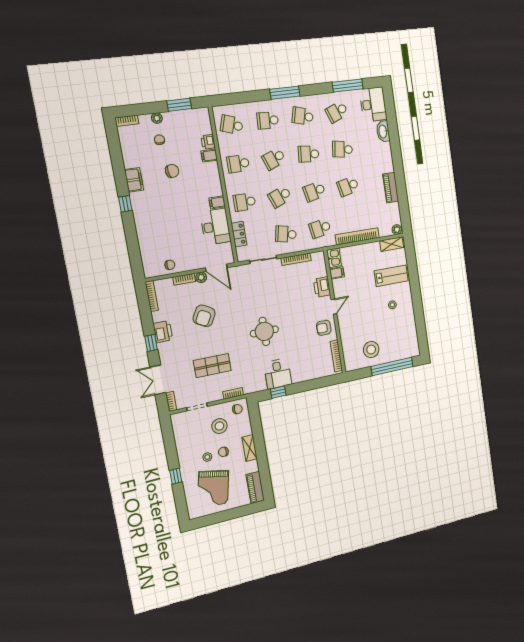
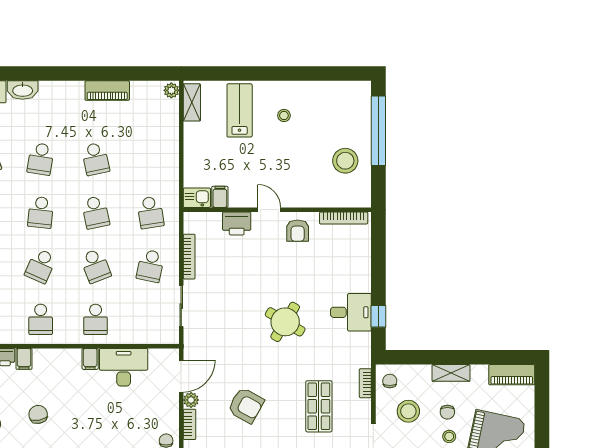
school desk: (274, 159) -> (41, 266), turned 45
locker: (239, 234) -> (139, 335), removed
bookcase: (357, 236) -> (171, 156), removed
round table: (264, 331) -> (285, 322), turned 31

